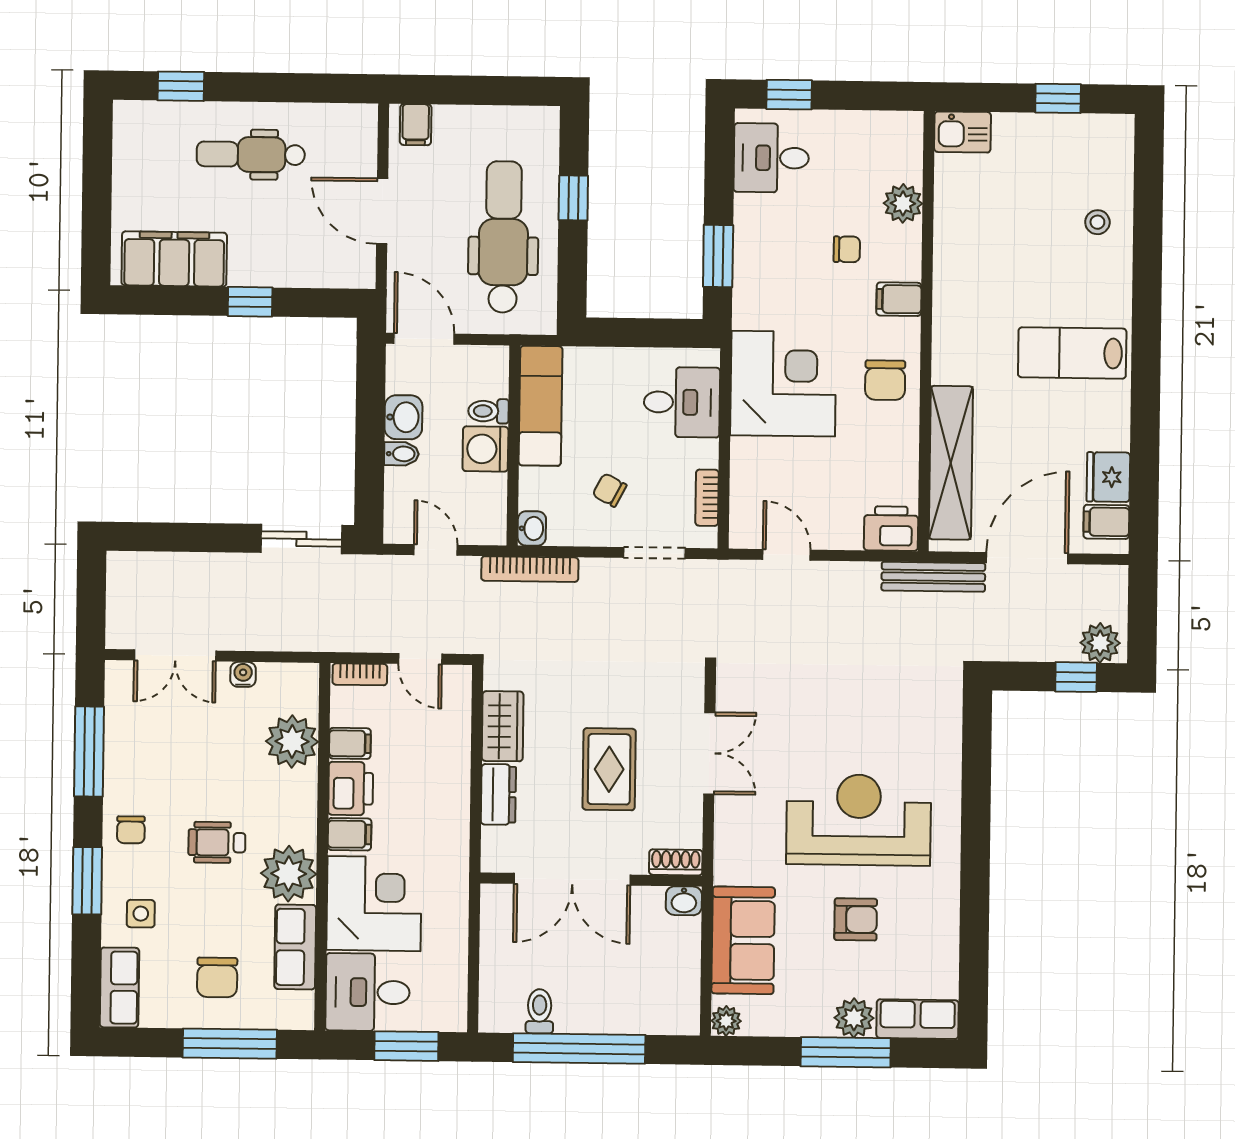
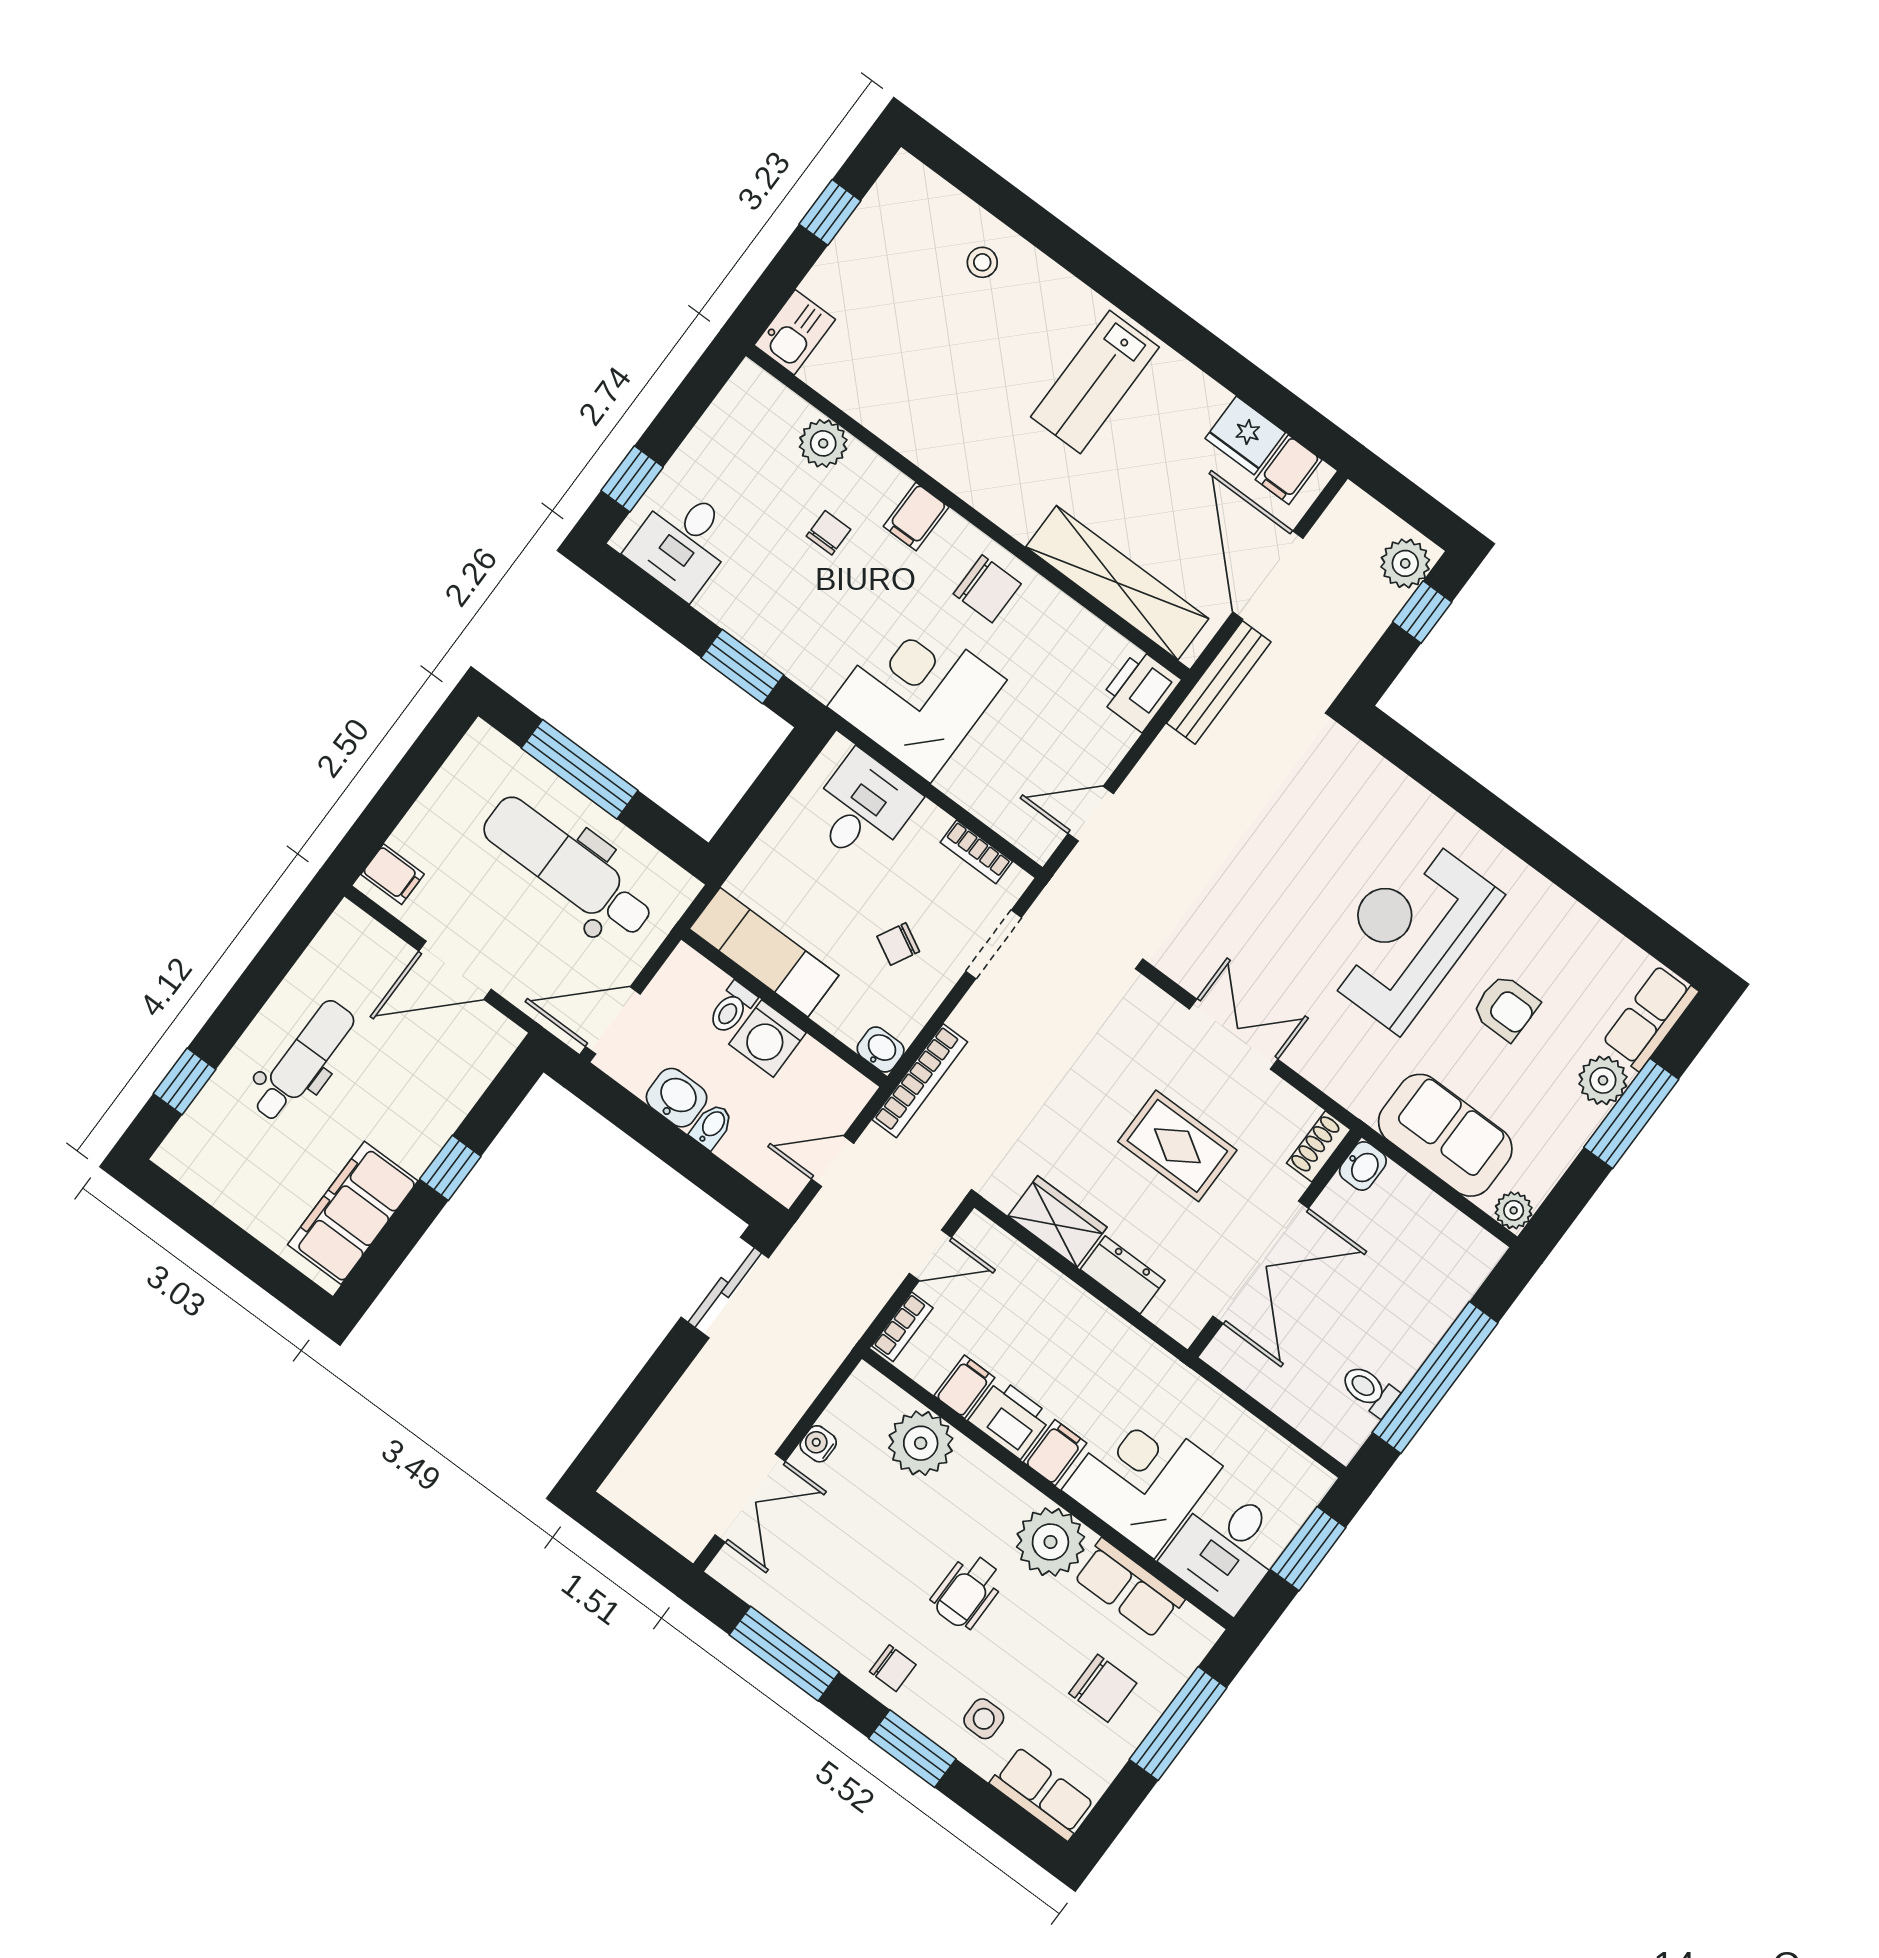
dental chair: (251, 154) -> (303, 1061), turned 180
window: (573, 198) -> (580, 769), width x2.17
armchair: (856, 919) -> (1506, 1008), turned 90

